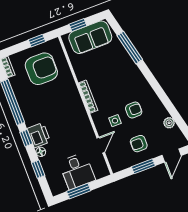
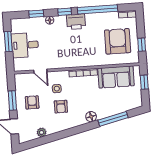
sofa: (90, 37) -> (116, 77), moved, turned -90
armchair: (41, 69) -> (118, 41), turned 180
floor lamp: (135, 73) -> (91, 117), added
printer: (39, 135) -> (76, 22), moved

